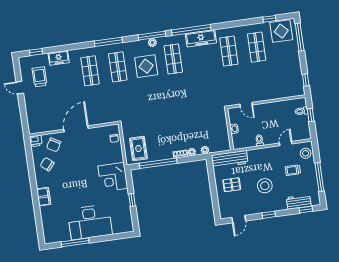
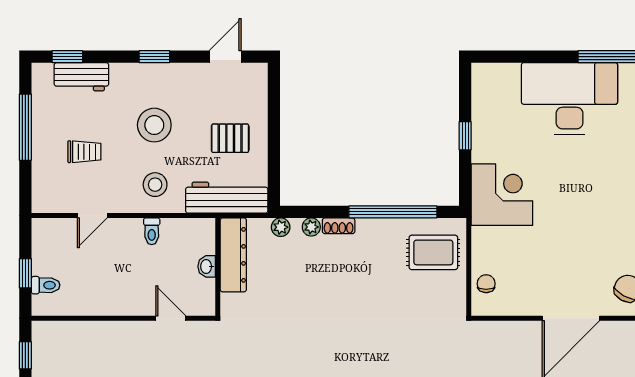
dresser: (223, 135) -> (233, 255), added
rug: (138, 148) -> (433, 252), turned 90
stool: (306, 153) -> (155, 185), moved

